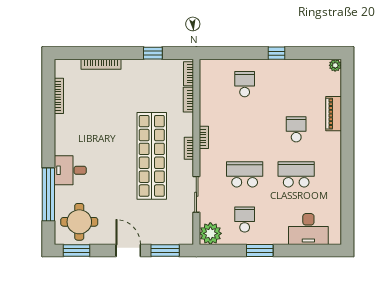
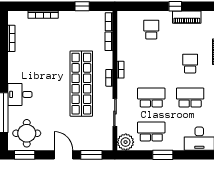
piano: (292, 68) -> (187, 17), added
school desk: (245, 220) -> (151, 132), width x1.85

